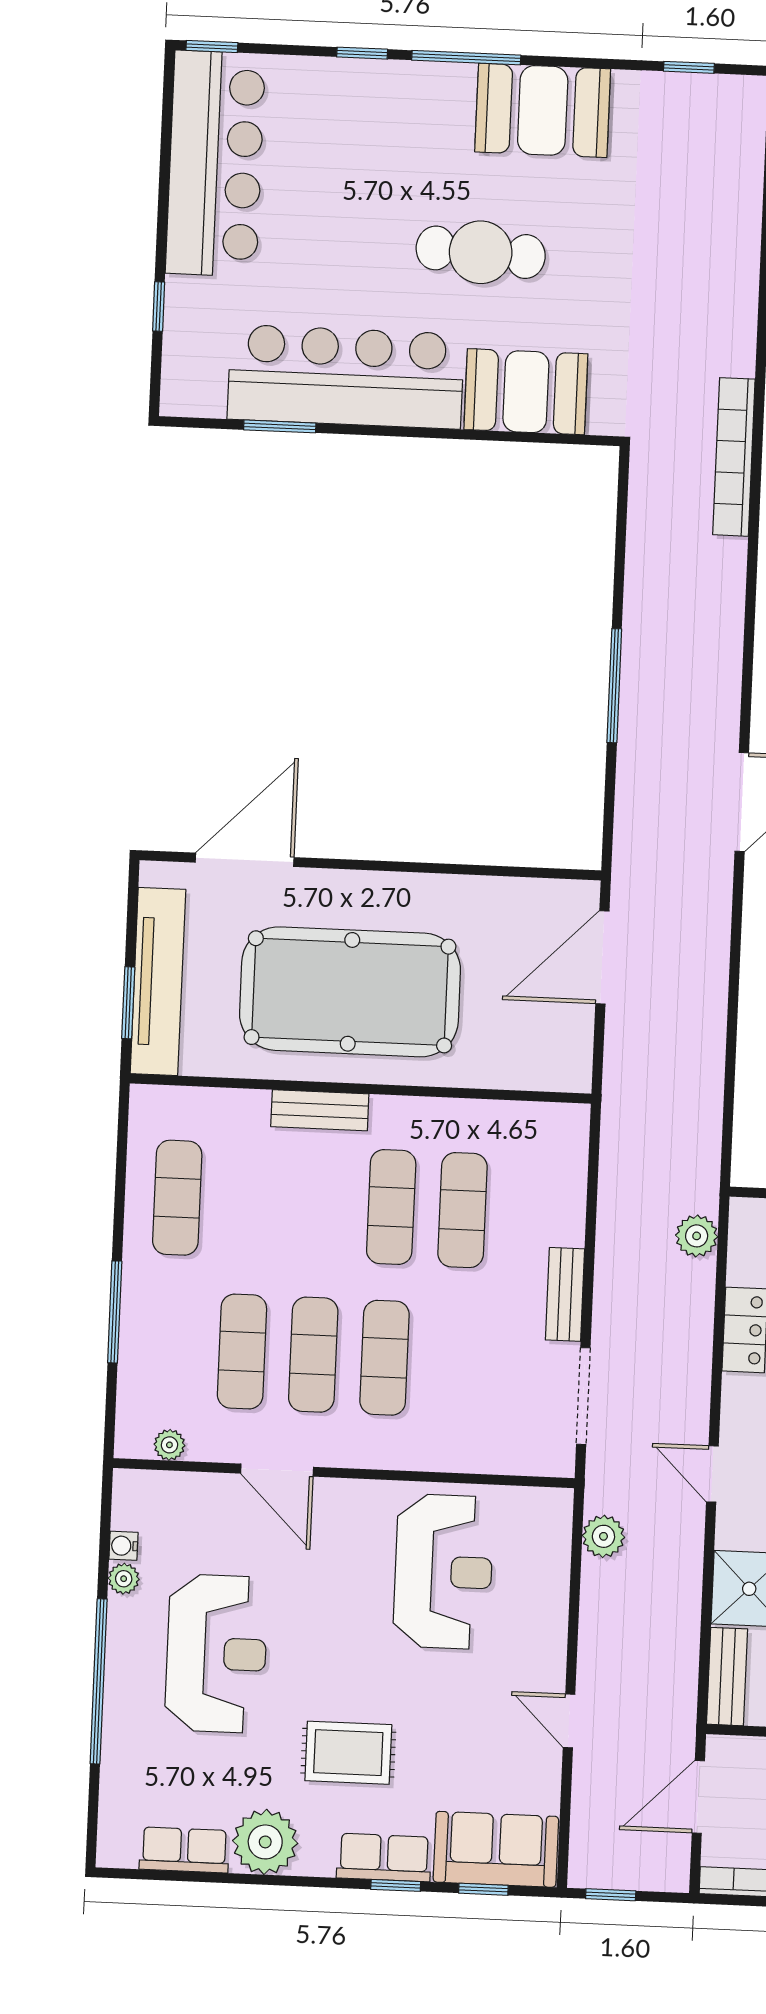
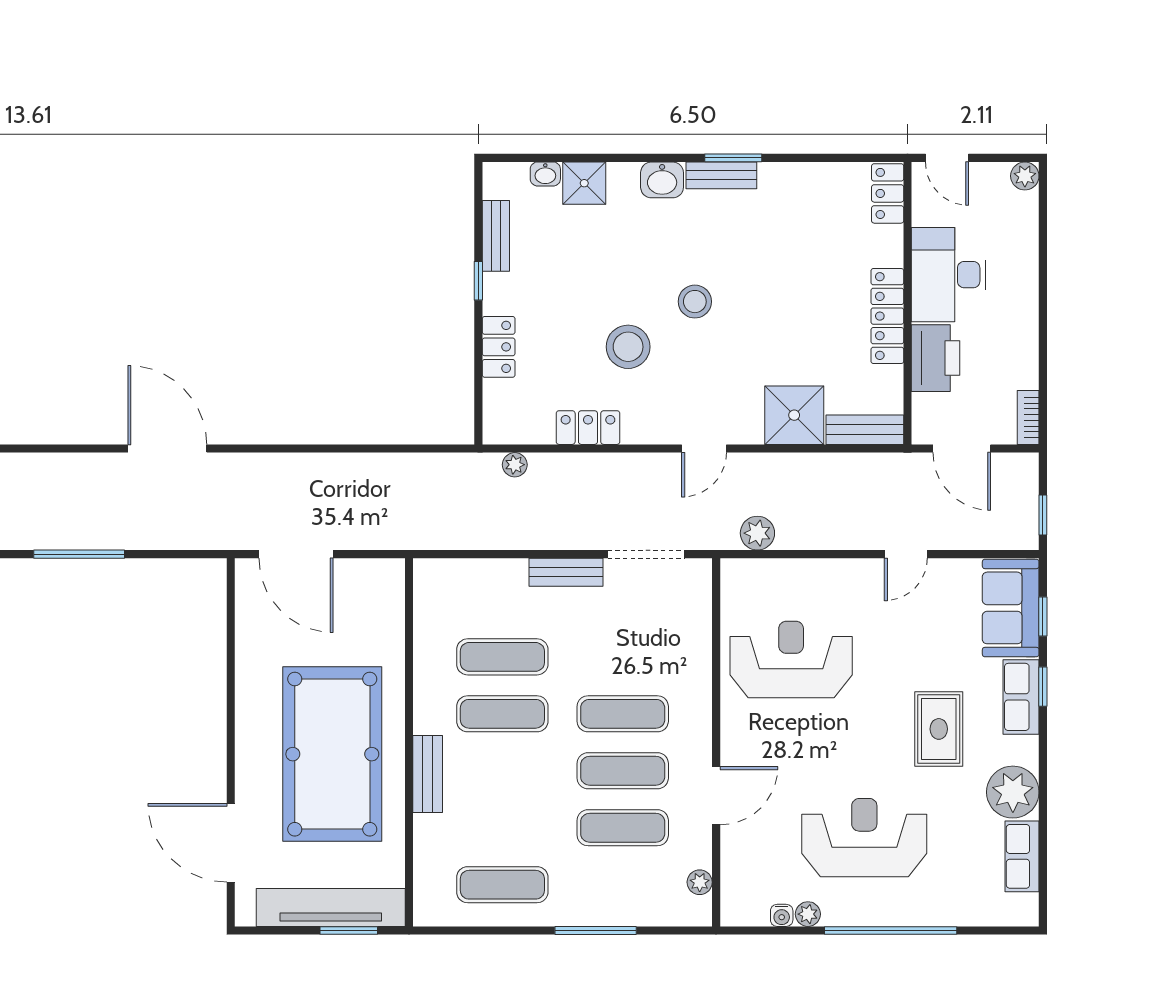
plant: (697, 1236) -> (515, 465), width x0.73, depth x0.73

